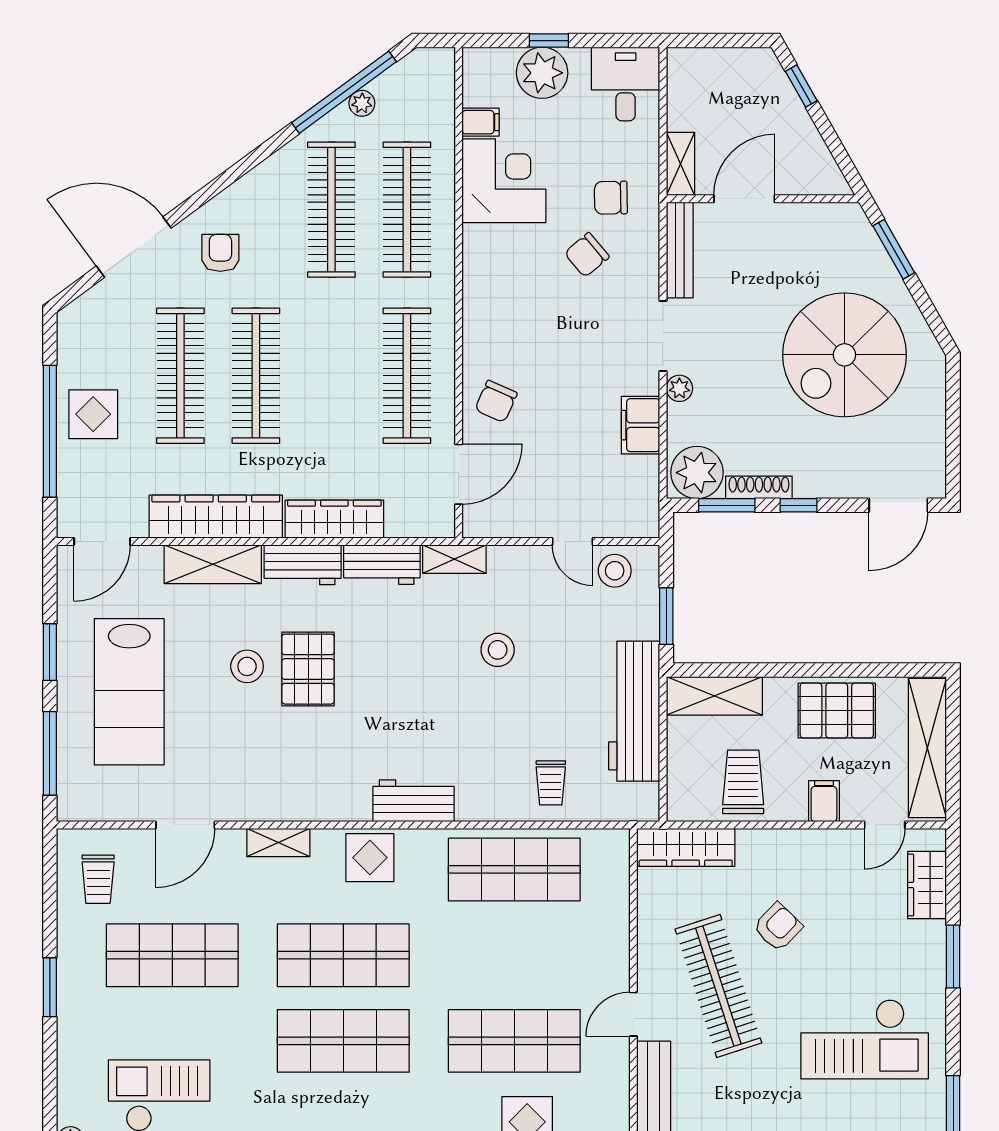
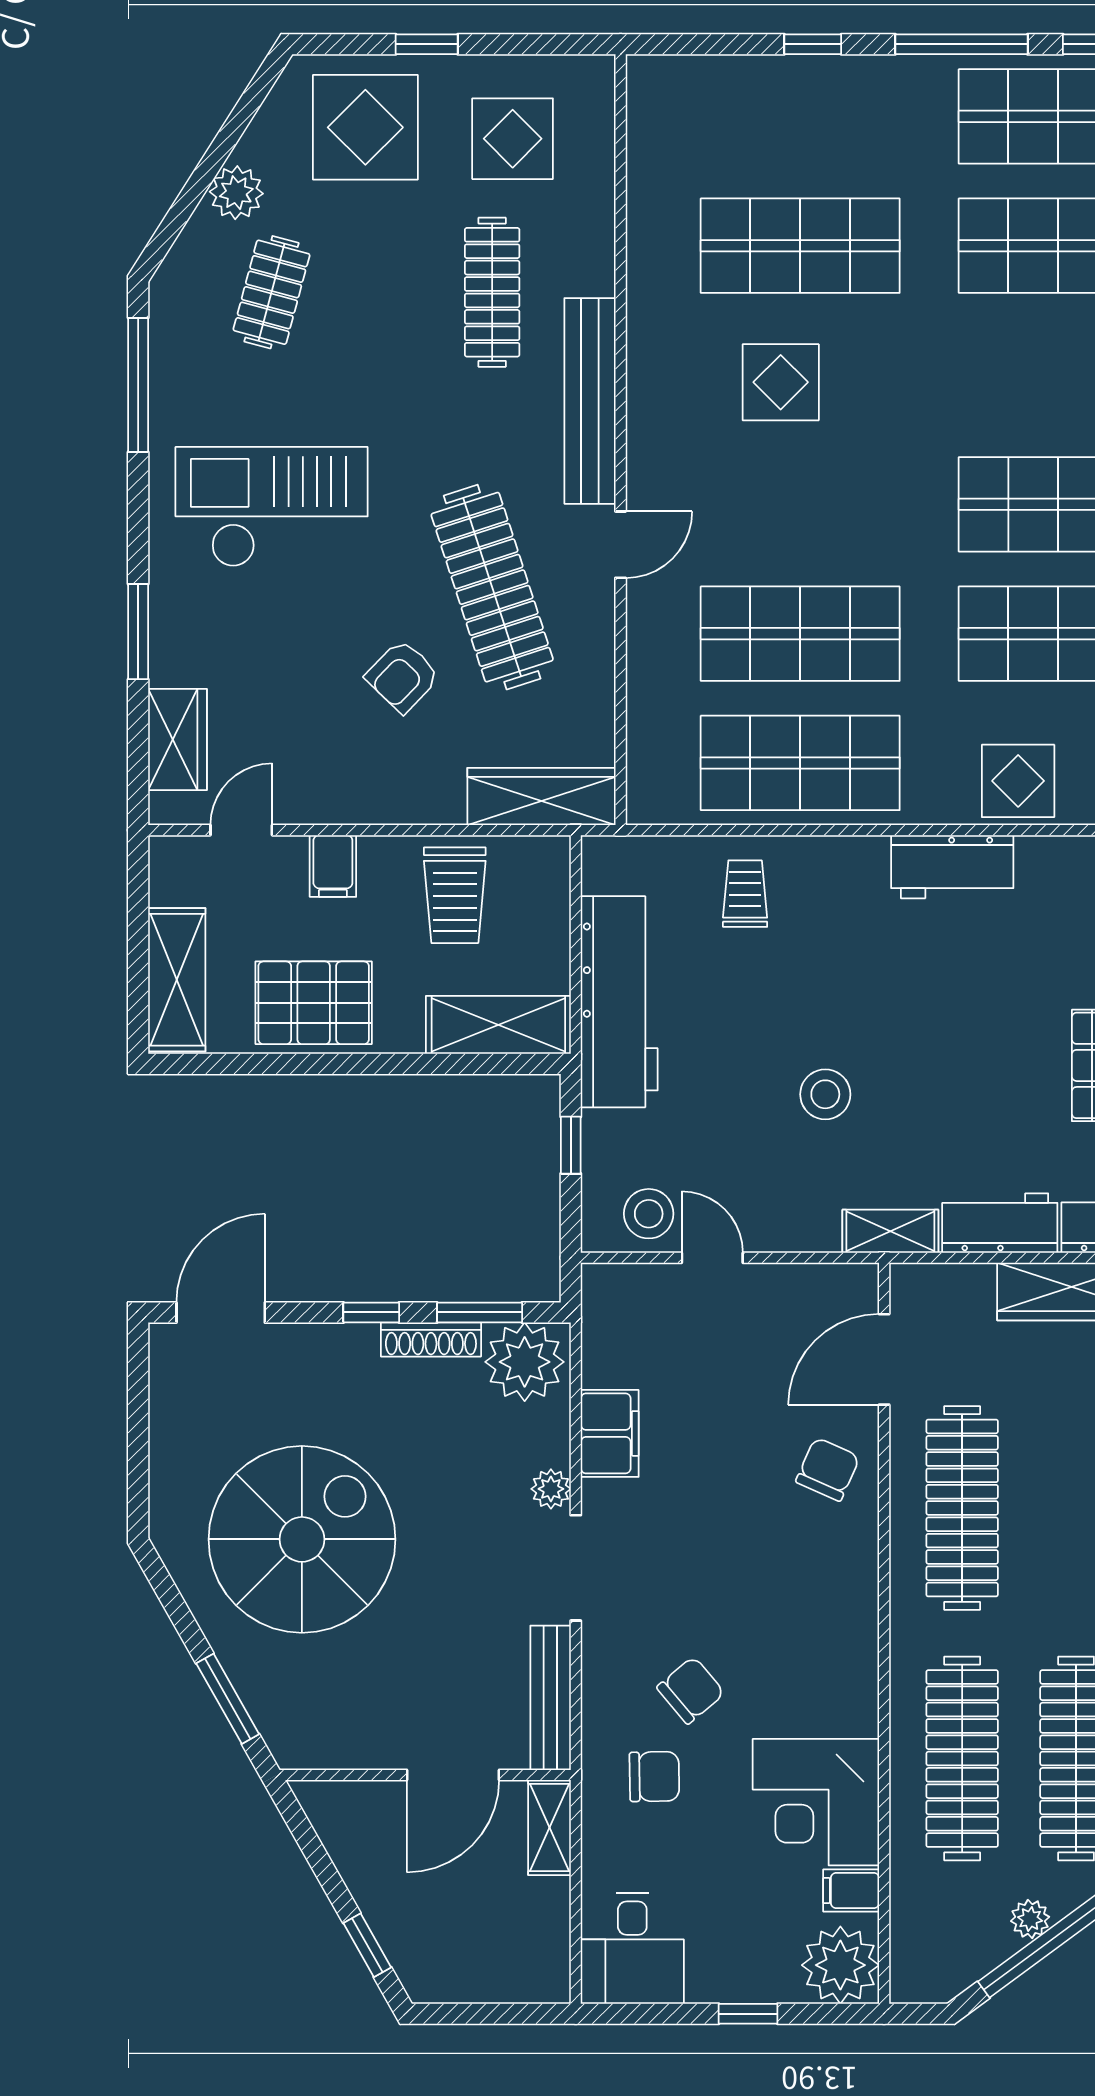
plant: (542, 73) -> (840, 1965), moved
window: (666, 616) -> (571, 1145), width x0.67
shelving: (927, 748) -> (177, 980), width x0.68
shop shelf: (514, 1041) -> (800, 634), moved

